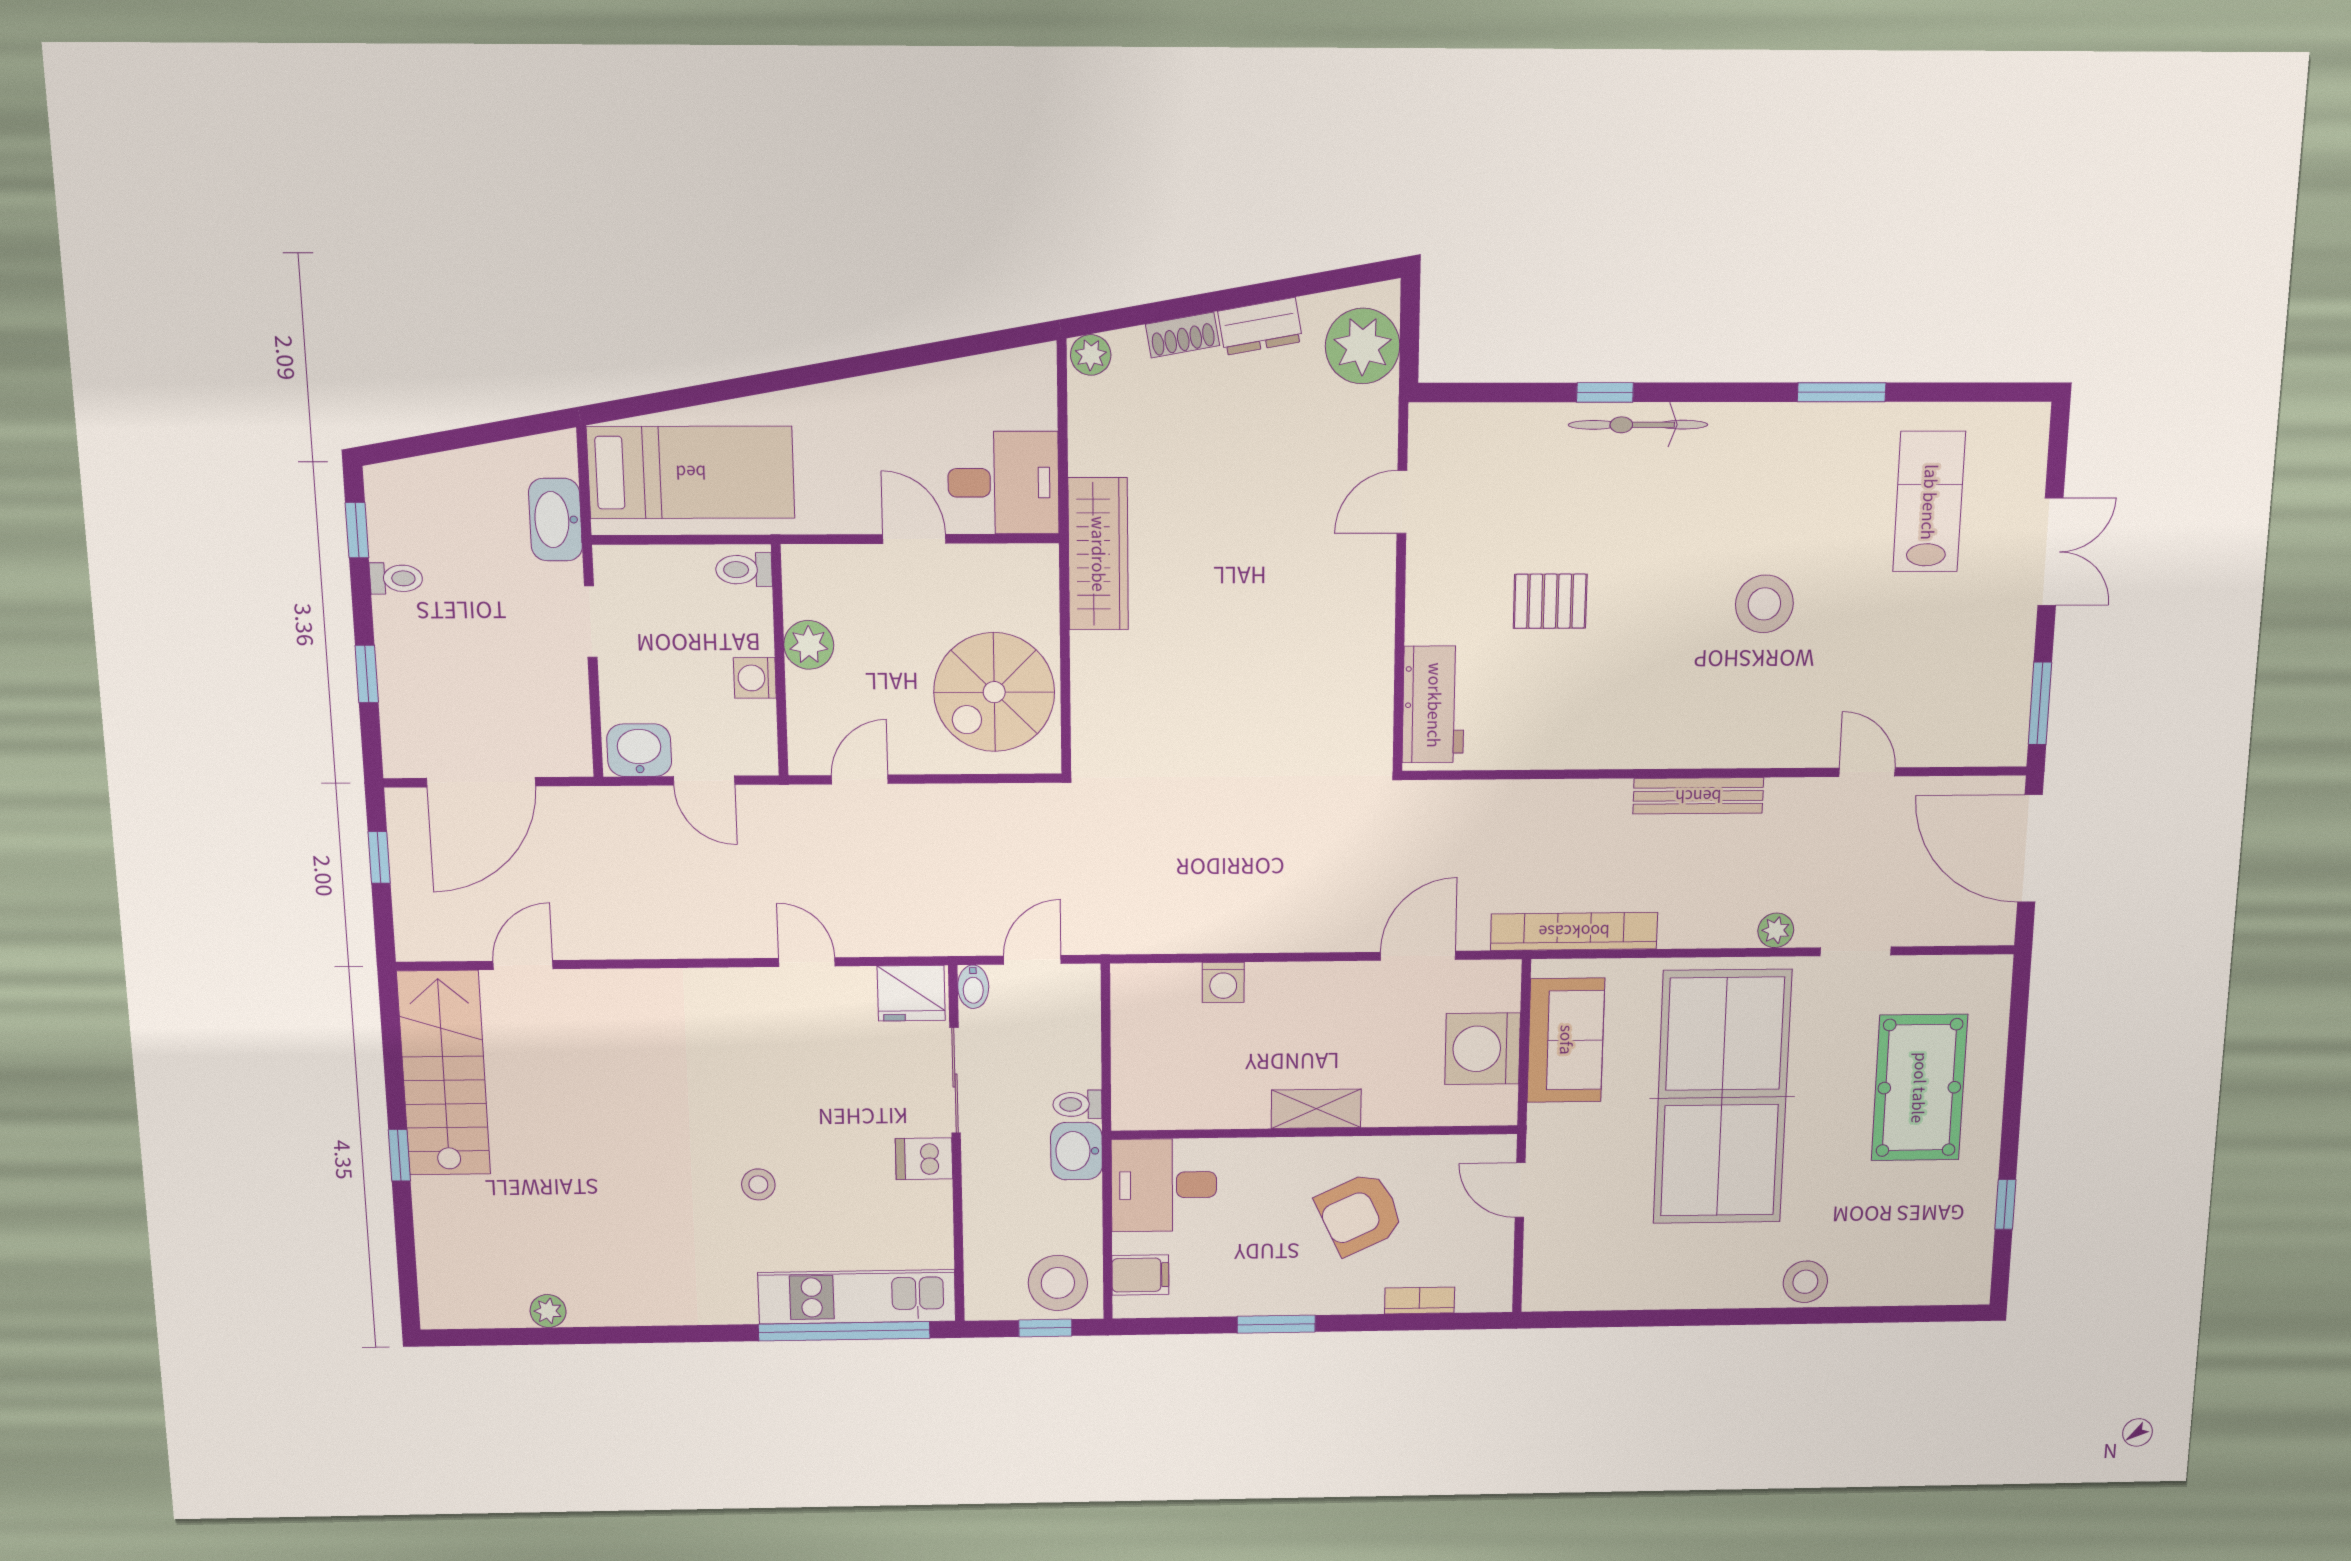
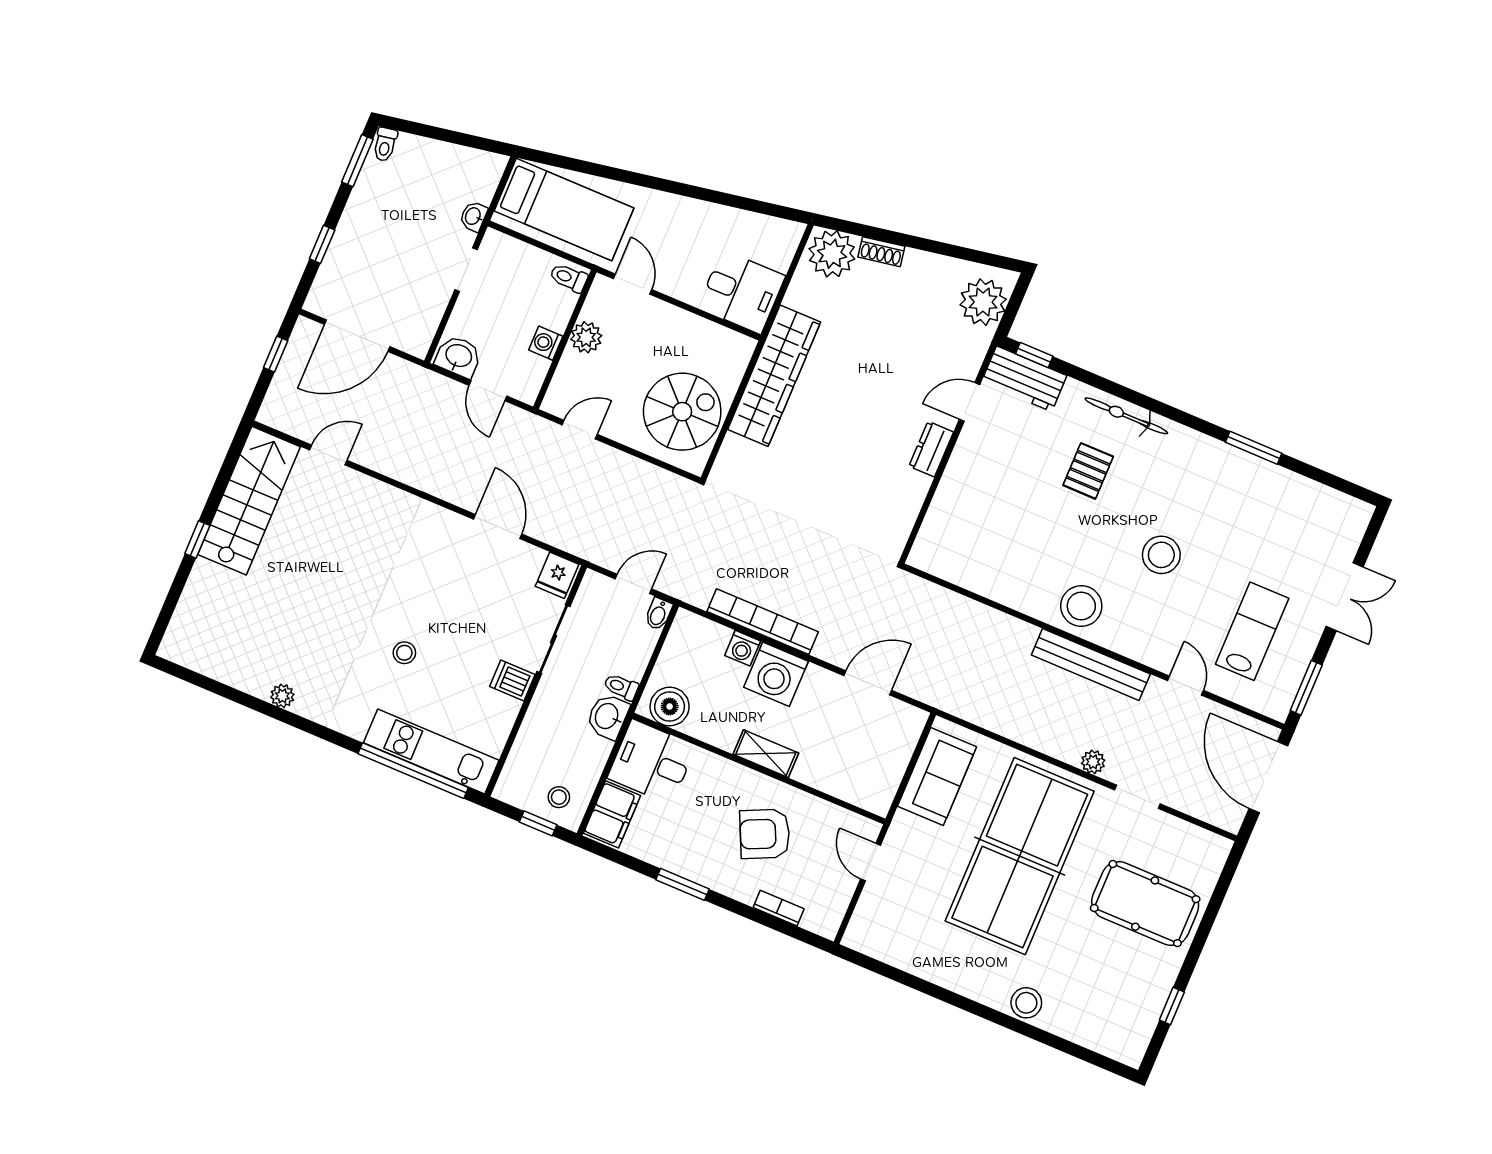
dresser: (1260, 326) -> (931, 449), moved, turned 100
plant: (1091, 355) -> (832, 254), width x1.88, depth x1.88
window: (1605, 392) -> (1034, 355), moved
lab bench: (1929, 502) -> (1252, 631), moved
washbasin: (555, 520) -> (473, 216), width x0.52, depth x0.69
window: (357, 530) -> (357, 161), width x1.50
door: (914, 539) -> (633, 284), moved
wardrobe: (1098, 554) -> (774, 376), width x1.40, depth x1.17
toilet: (396, 578) -> (385, 144), moved, turned 80
pallet: (1550, 601) -> (1088, 471), moved, turned 90
spiral stairs: (994, 692) -> (682, 412), turned 180
workbench: (1434, 705) -> (1024, 379), moved, turned 90
stool: (1677, 724) -> (1081, 606), added
bench: (1698, 796) -> (1091, 665), width x1.37, depth x1.21
bookcase: (1574, 931) -> (763, 622), moved
door: (807, 962) -> (498, 527), width x1.37
bidet: (973, 987) -> (658, 614), moved
fridge: (911, 993) -> (557, 575), width x0.72
washing machine: (1483, 1049) -> (776, 674), moved, turned -90
pool table: (1919, 1088) -> (1145, 904), turned 90
boiler: (1156, 1102) -> (670, 706), added
filing cabinet: (1140, 1275) -> (612, 814), width x2.00
stool: (1058, 1283) -> (559, 797), width x0.53, depth x0.53
plant: (548, 1311) -> (282, 696), moved

